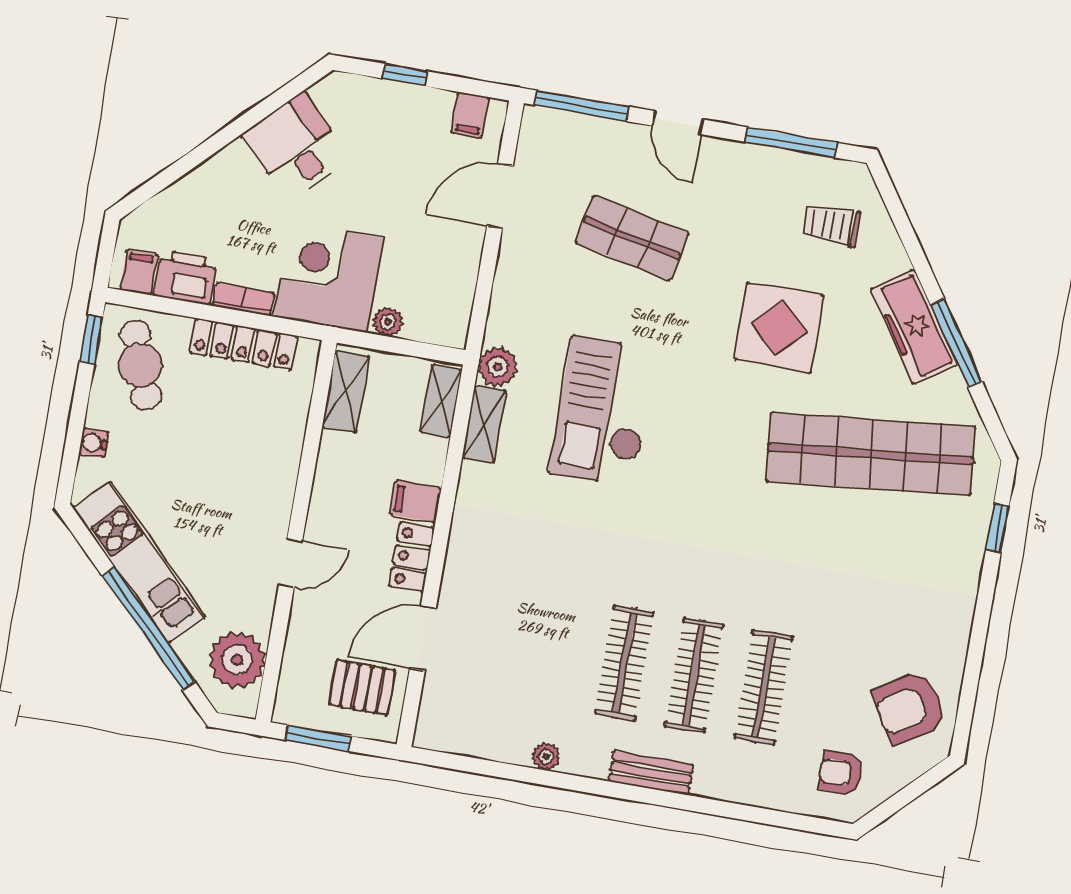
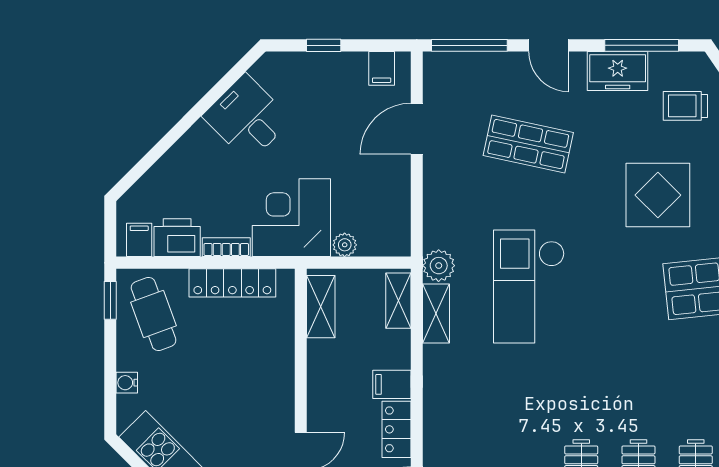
freezer: (756, 168) -> (618, 71), added

